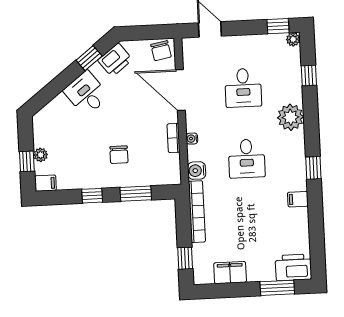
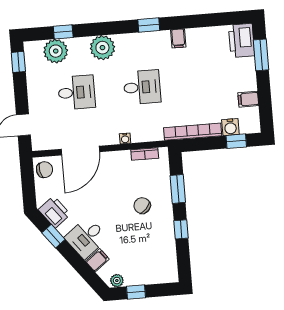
plant: (293, 39) -> (56, 51), moved, width x1.87, depth x1.87
bookcase: (173, 138) -> (145, 154), moved
plant: (41, 155) -> (117, 281), moved
chair: (119, 155) -> (142, 206), turned -137
window: (27, 161) -> (136, 292), moved
water cooler: (197, 171) -> (230, 127), moved
filing cabinet: (45, 183) -> (97, 260), moved, turned 52
filing cabinet: (230, 273) -> (248, 99), width x0.50

